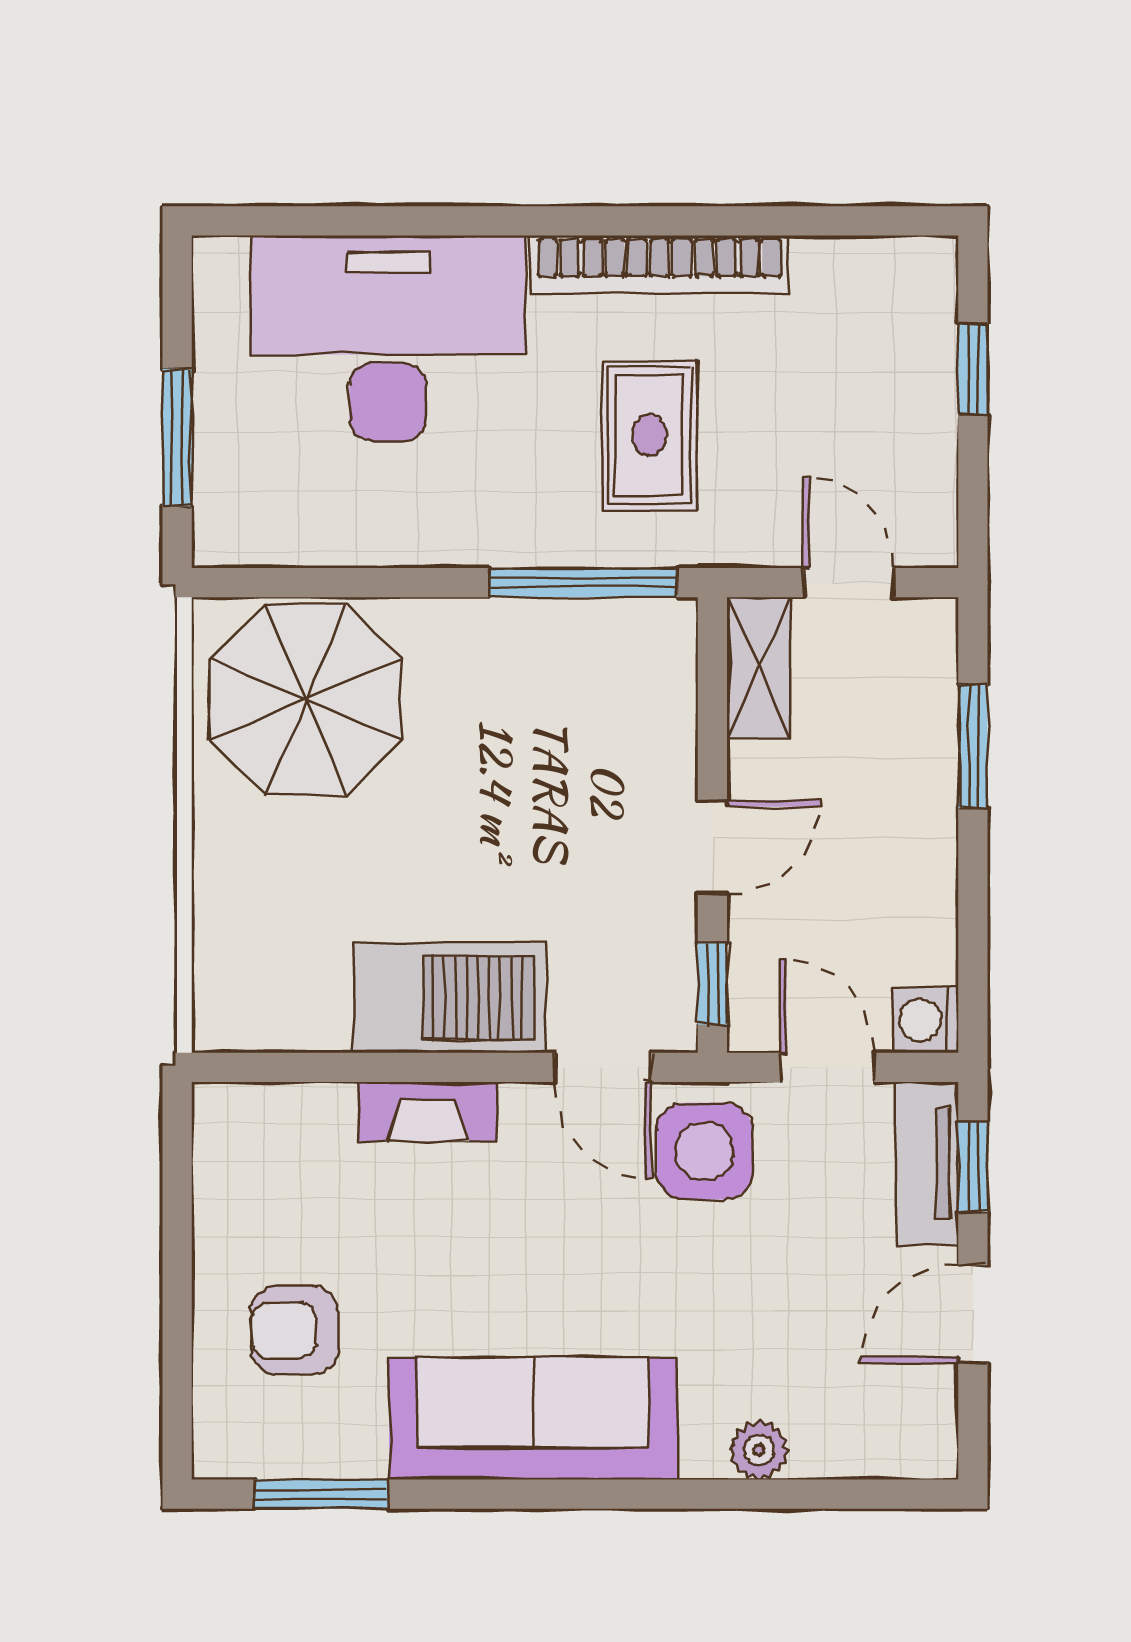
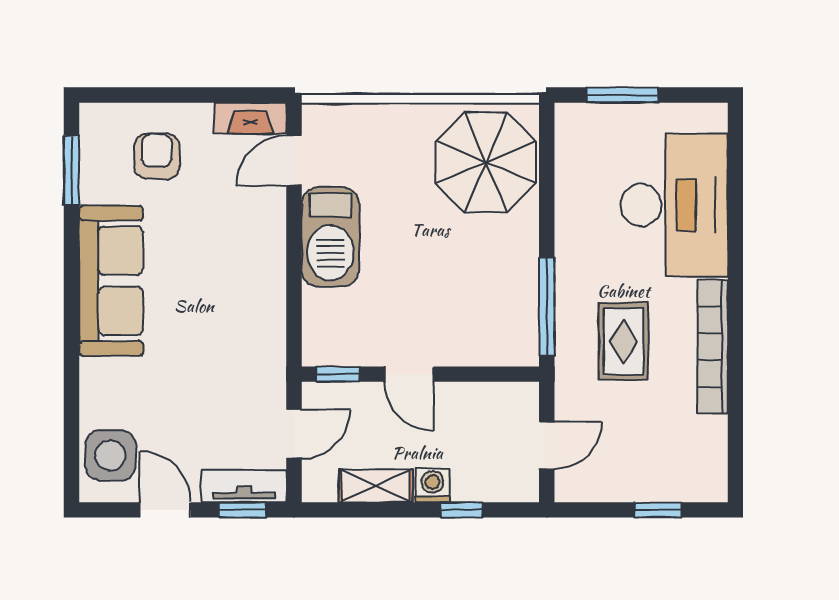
rug: (650, 435) -> (623, 341), turned 90
shelving: (759, 668) -> (376, 486), moved
window: (973, 746) -> (461, 510), width x0.67
washing machine: (926, 1020) -> (432, 485), moved
door: (603, 1067) -> (294, 161), moved
fireplace: (427, 1111) -> (250, 118), moved, turned -90
side table: (704, 1151) -> (110, 455), moved
plant: (759, 1450) -> (94, 398), removed

